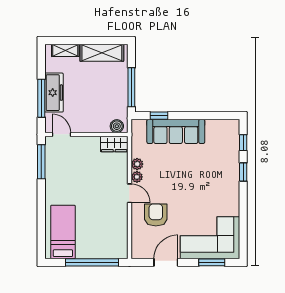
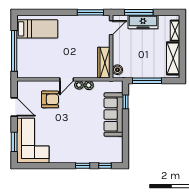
wardrobe: (114, 144) -> (104, 63), width x1.50

